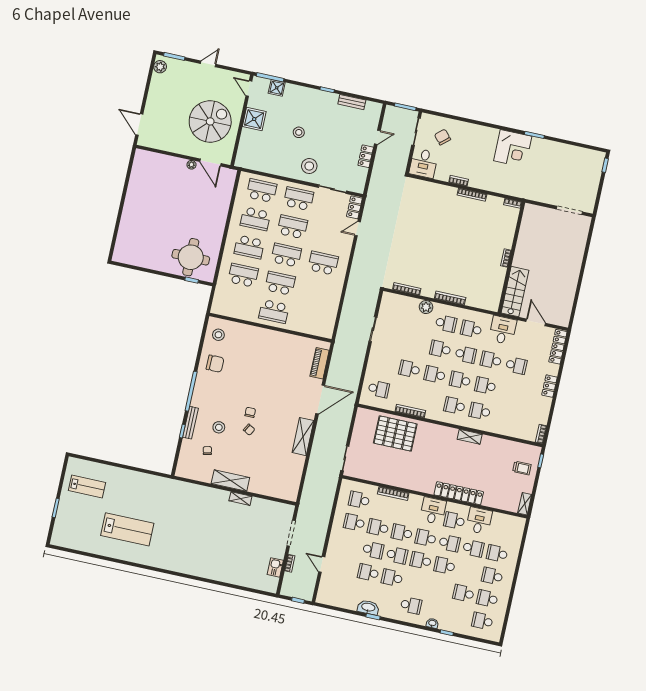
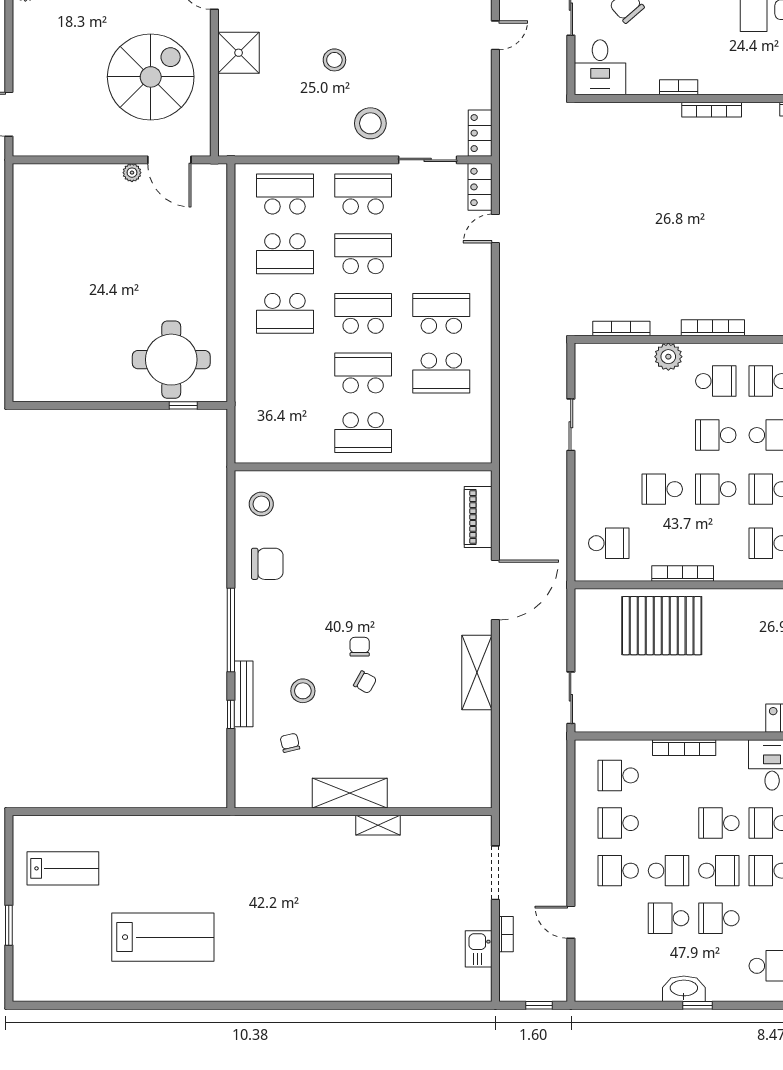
locker: (366, 156) -> (480, 133), moved
school desk: (243, 275) -> (441, 373), moved, turned 180
school desk: (378, 528) -> (618, 871), moved

